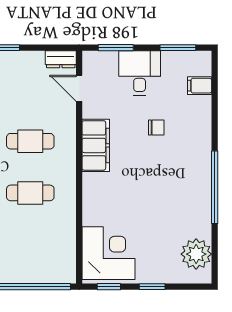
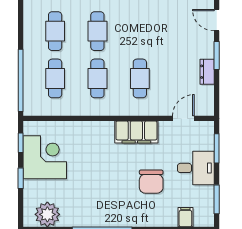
dresser: (61, 59) -> (207, 72), moved
chair: (156, 127) -> (151, 182), width x1.87, depth x1.87
cafe table: (30, 245) -> (55, 78), added
corner desk: (109, 253) -> (45, 157), moved, turned -90

